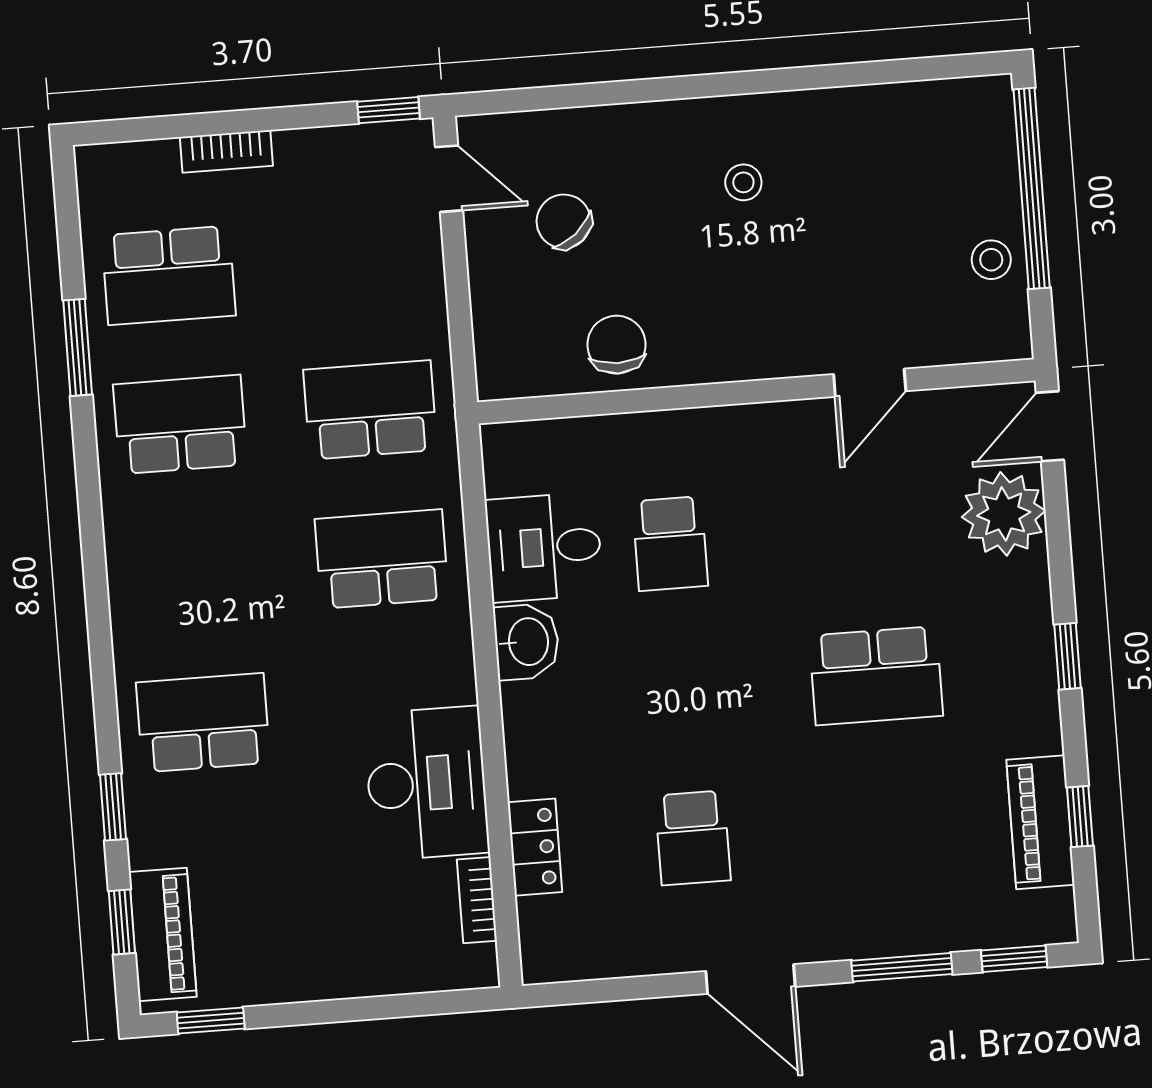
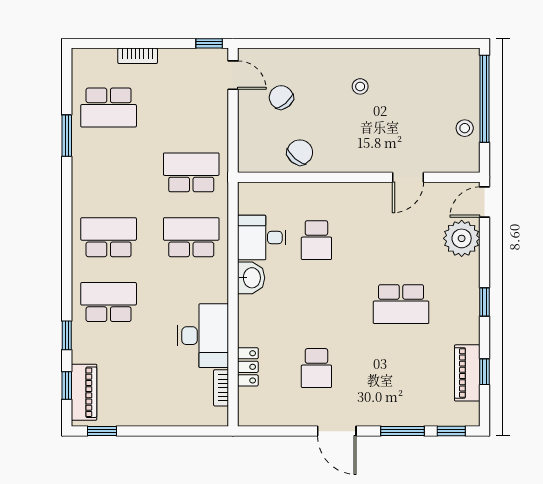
chair: (617, 345) -> (300, 152), turned 41
school desk: (180, 424) -> (109, 237), moved

